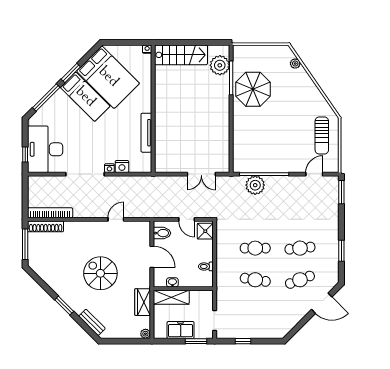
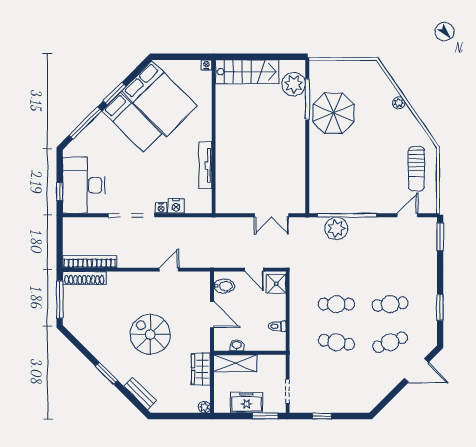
plant: (295, 64) -> (399, 103), moved

